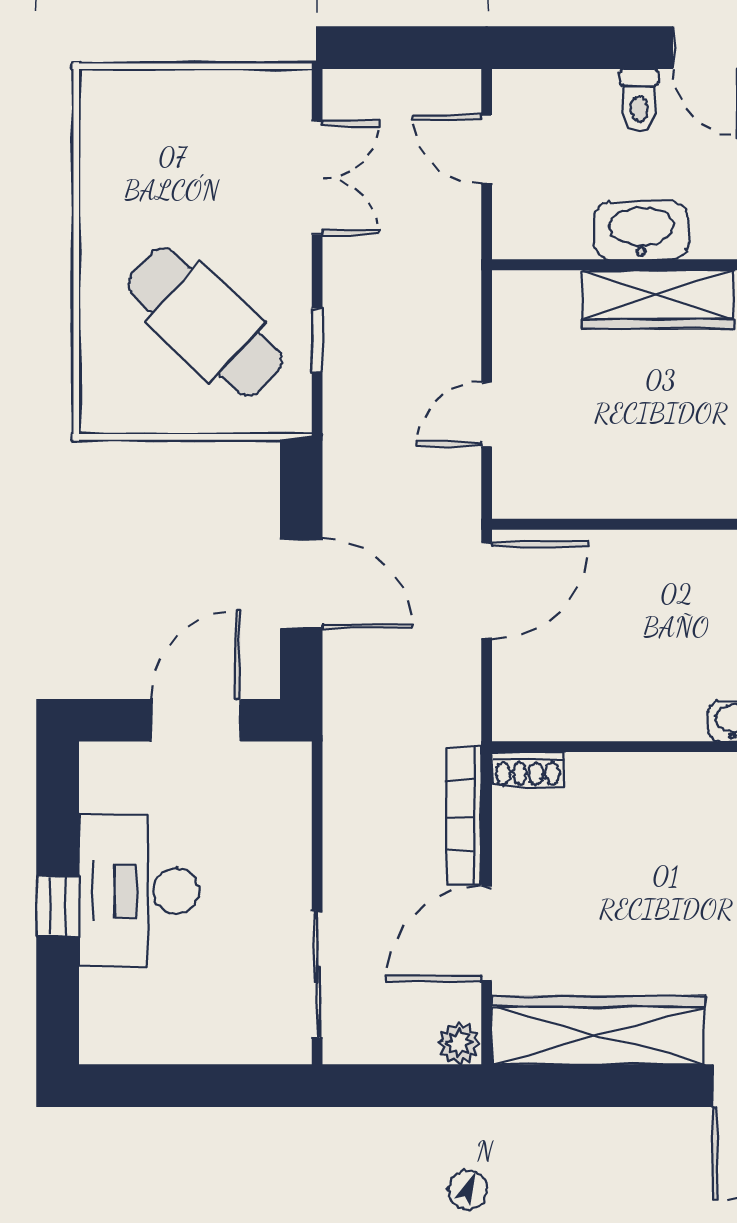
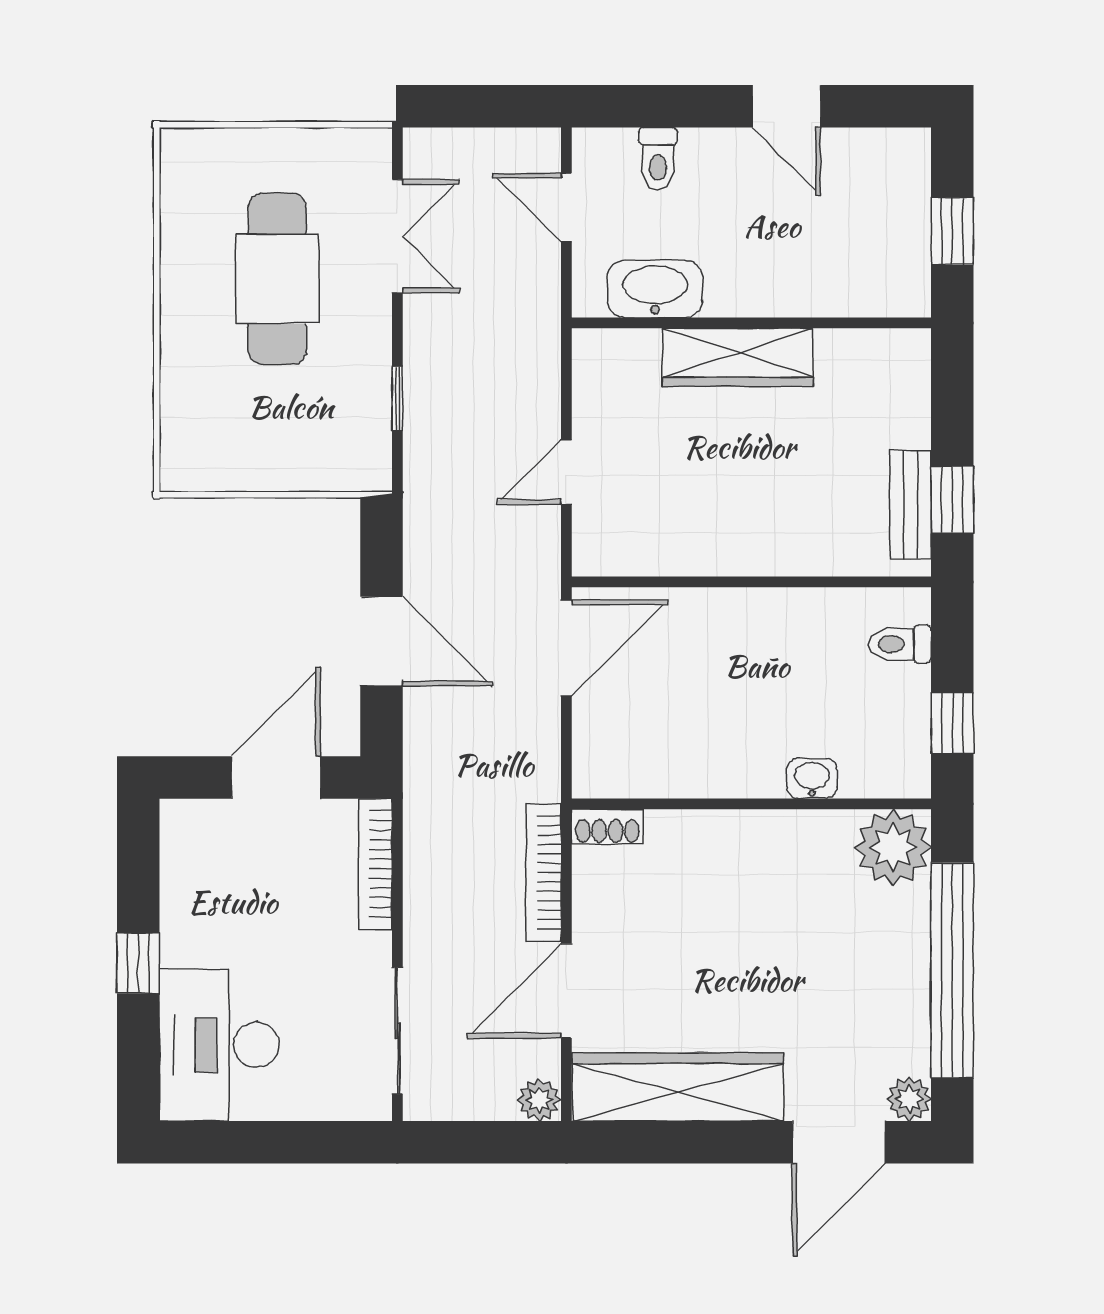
toilet: (639, 100) -> (658, 159), moved
washbasin: (641, 231) -> (655, 289), moved
cafe table: (205, 322) -> (277, 279), moved, turned 47
bookcase: (295, 807) -> (375, 864), added
desk: (139, 891) -> (219, 1045), moved

